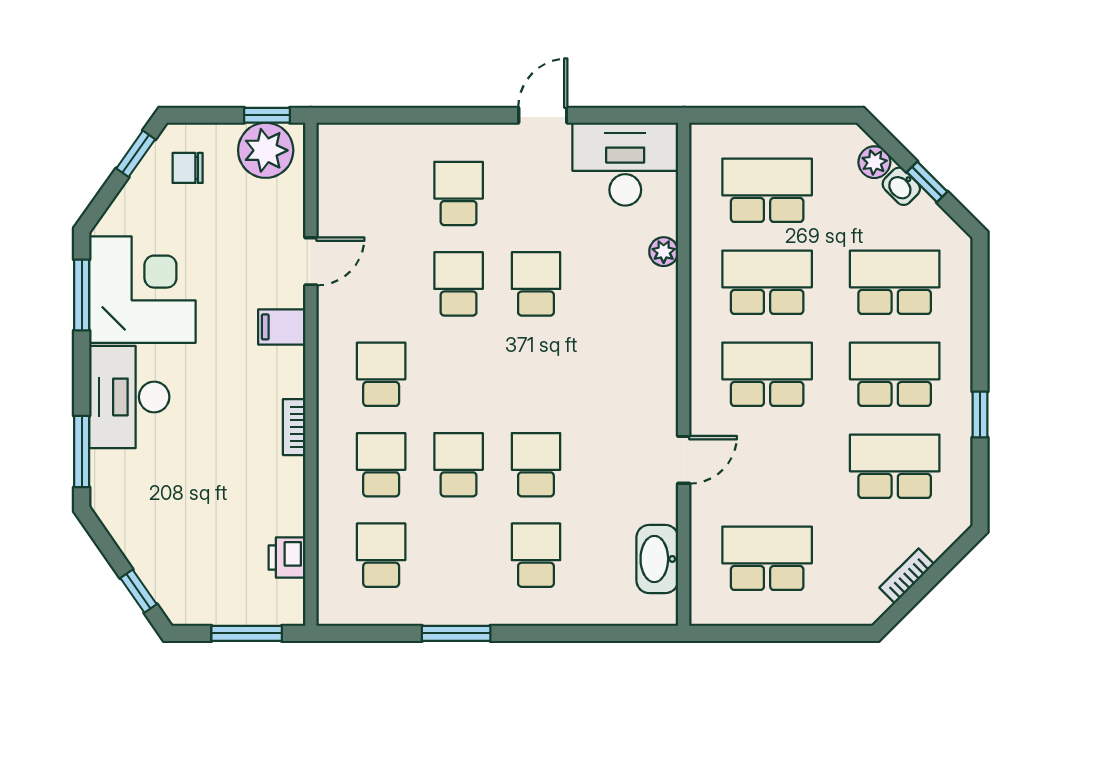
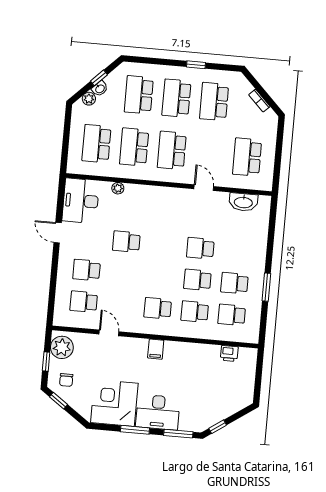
window: (267, 115) -> (46, 361), moved
school desk: (459, 284) -> (84, 302), moved
window: (82, 295) -> (135, 430), moved
filing cabinet: (282, 327) -> (156, 349), moved
bookcase: (294, 427) -> (176, 346), removed
school desk: (536, 555) -> (235, 283), moved
window: (138, 591) -> (218, 427), moved
window: (247, 633) -> (259, 373), removed

